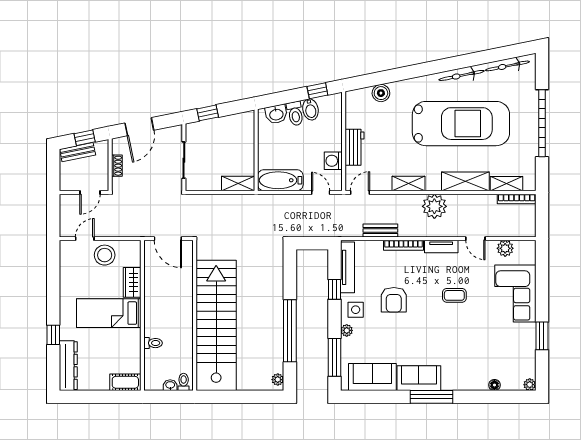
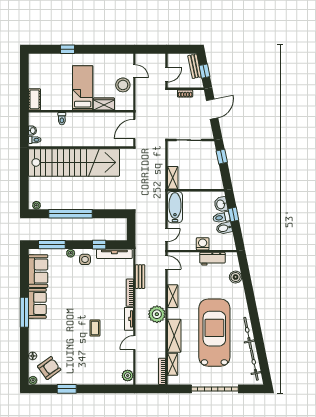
window: (317, 91) -> (233, 214), moved
car: (461, 124) -> (214, 333), turned 180
door: (139, 127) -> (212, 109), swing flipped
workbench: (355, 147) -> (212, 259), moved
washing machine: (333, 161) -> (203, 244), moved
door: (90, 192) -> (166, 75), swing flipped
plant: (505, 248) -> (128, 376), moved
corner sofa: (515, 294) -> (96, 370), removed
armchair: (394, 300) -> (49, 368), moved, turned 144
dresser: (68, 366) -> (46, 60), removed

